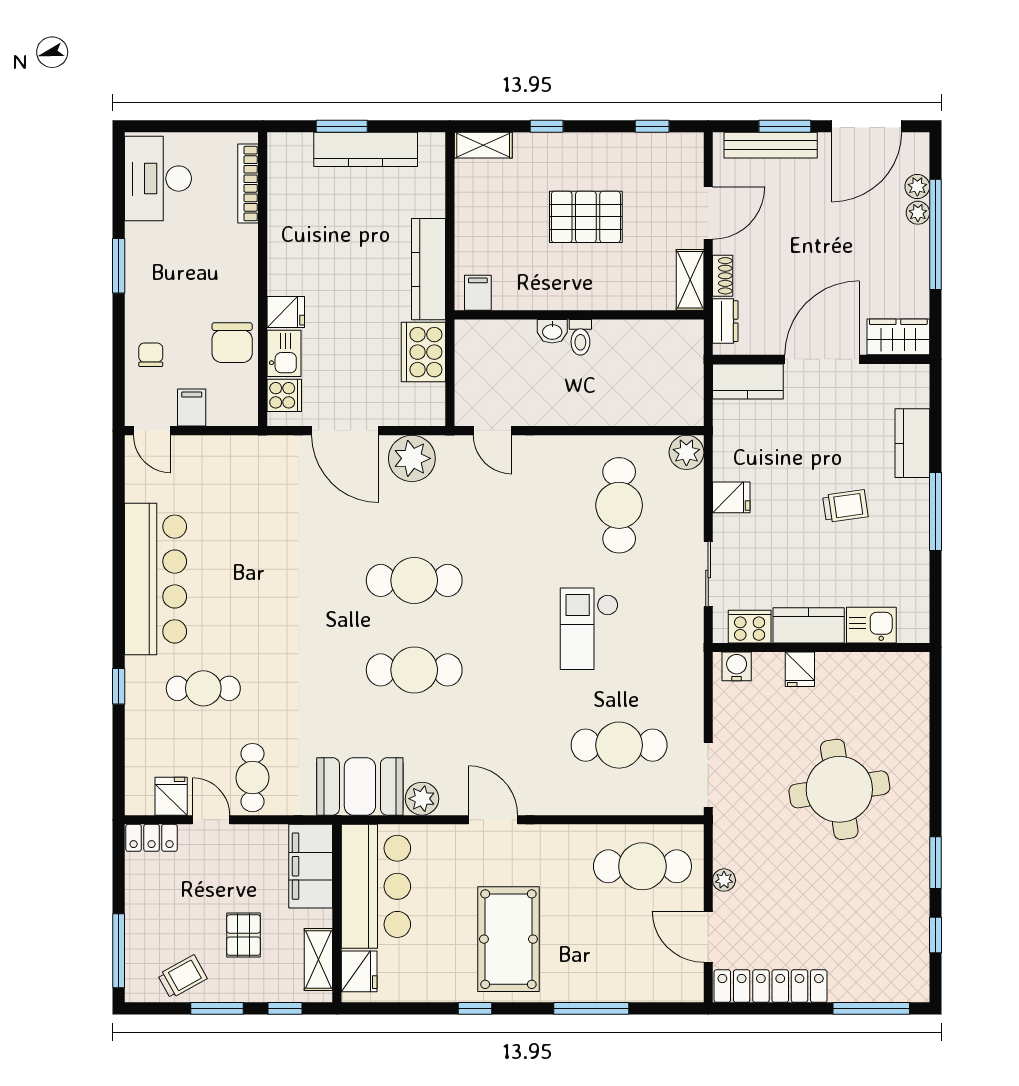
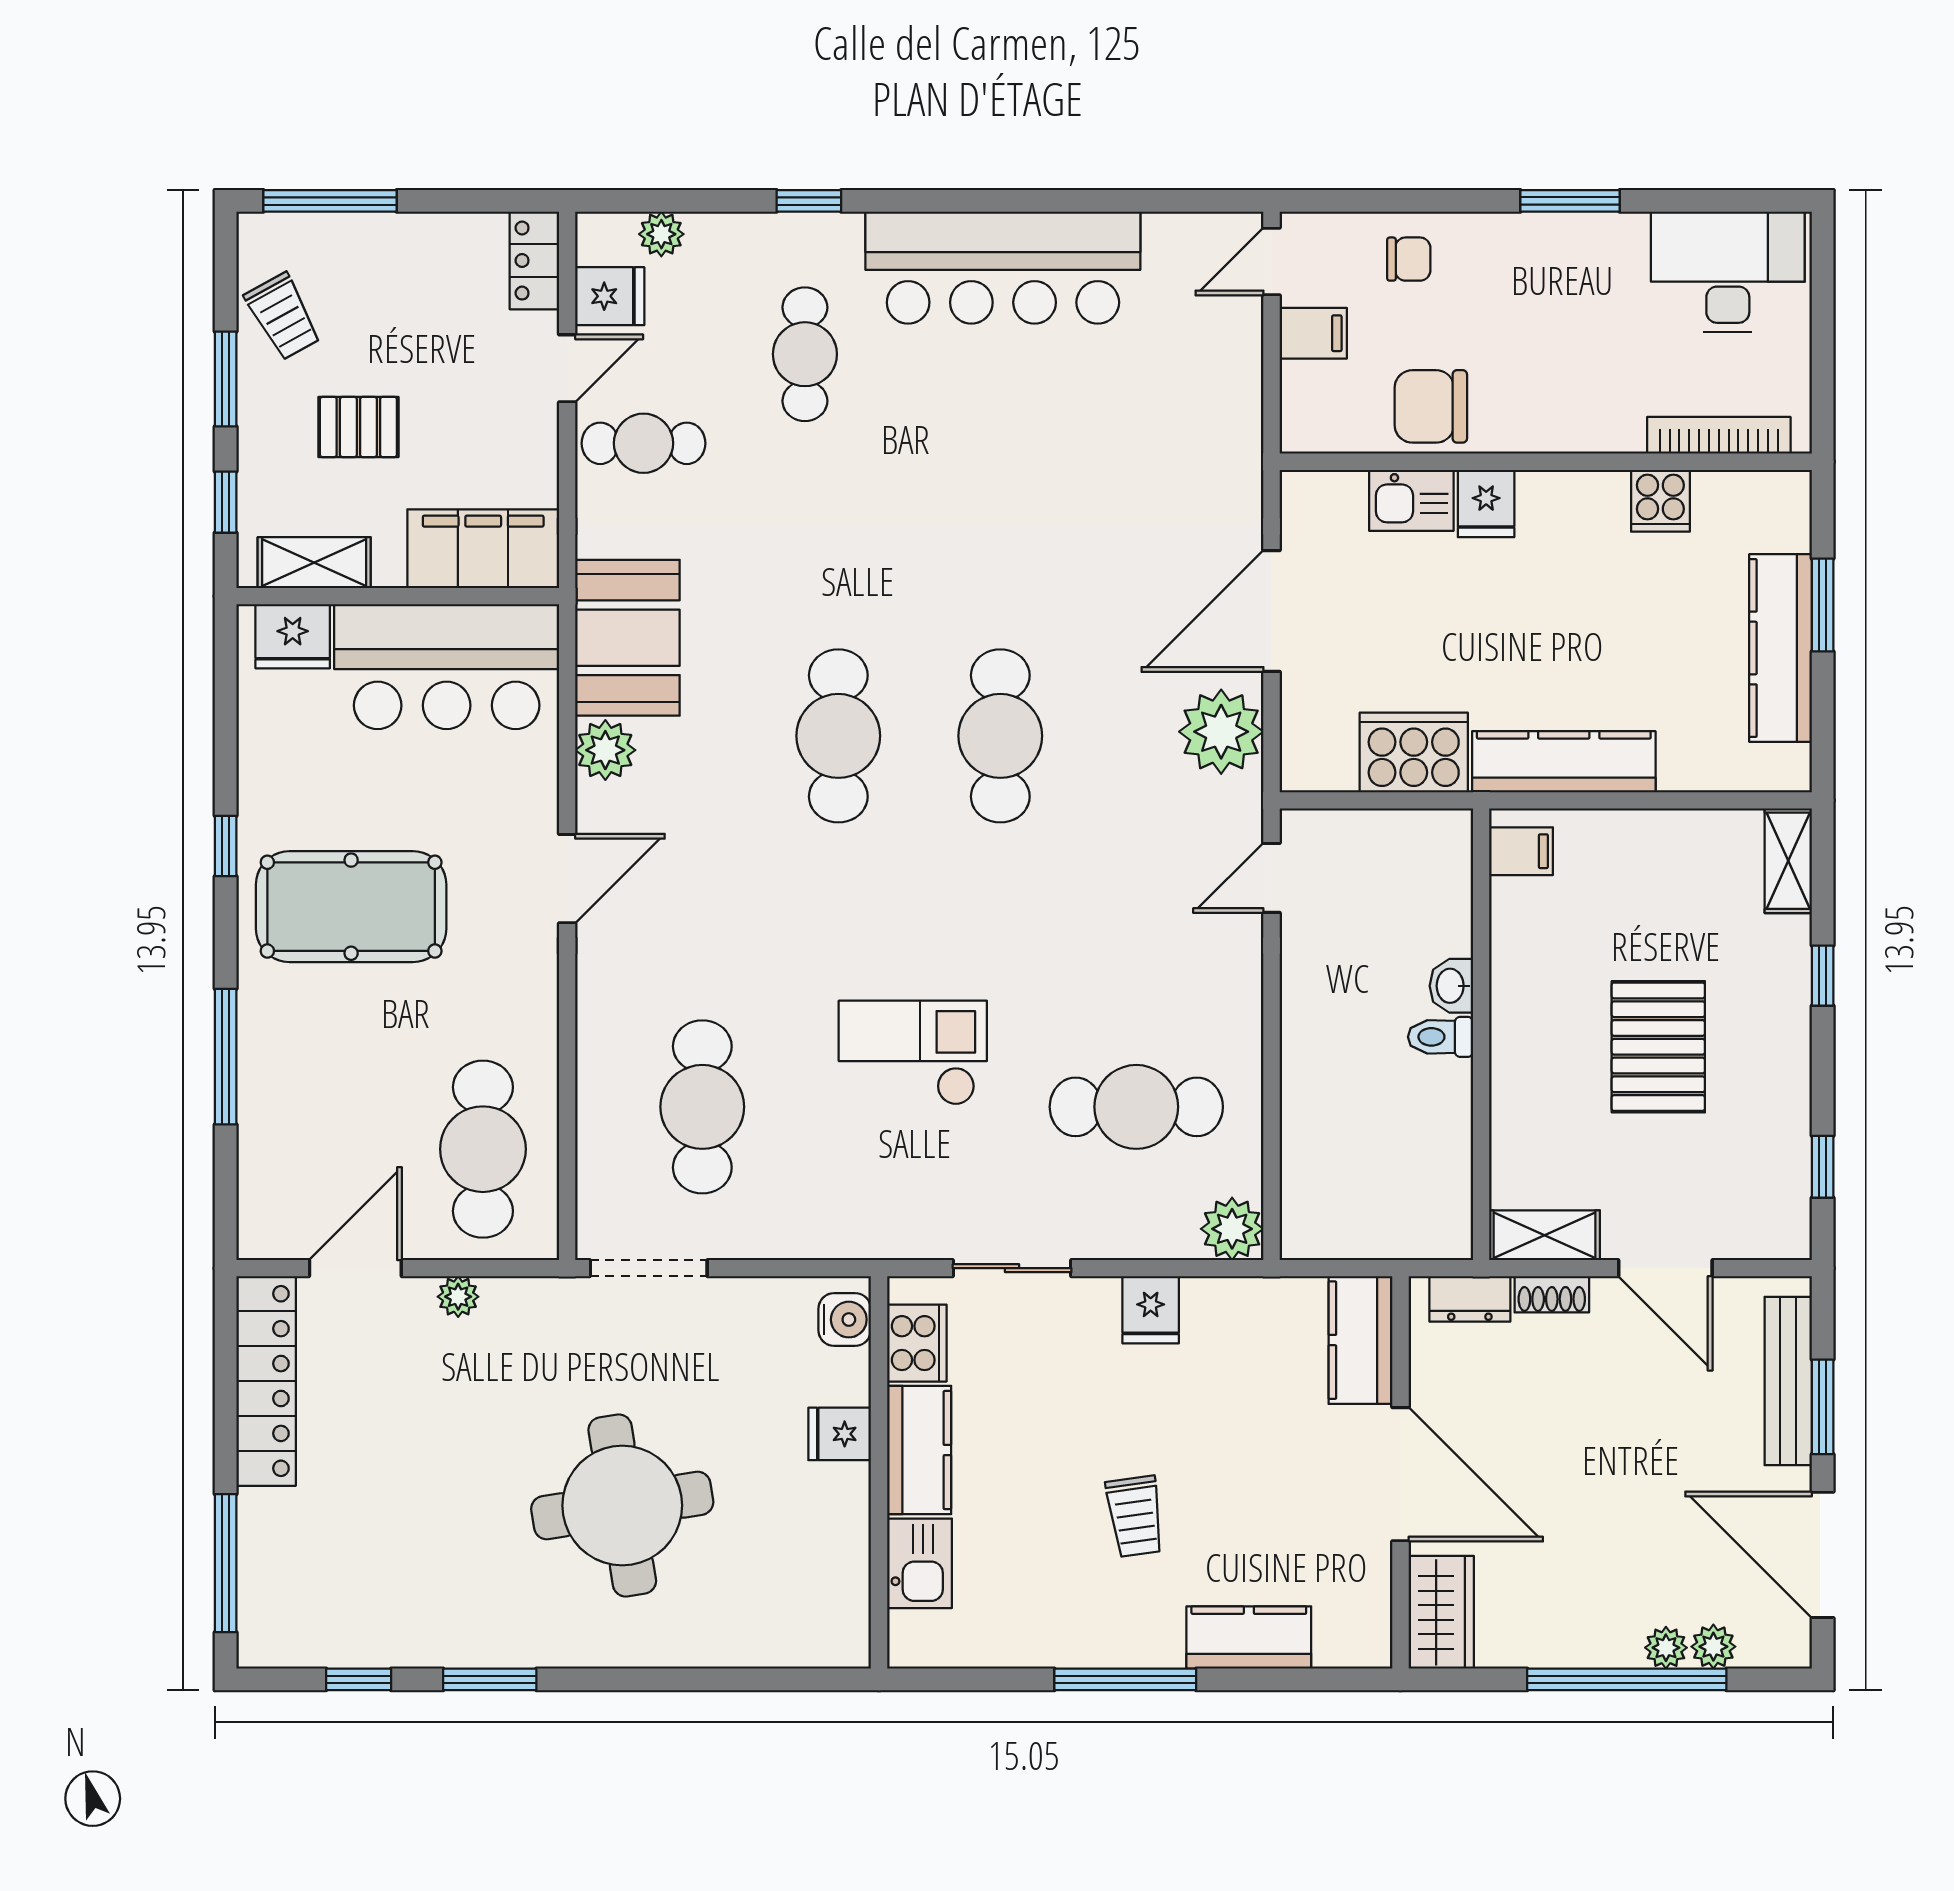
cooker: (284, 395) -> (1660, 501), moved
plant: (137, 768) -> (661, 234), added

